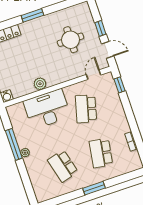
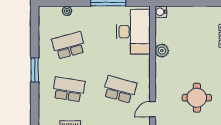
door: (94, 75) -> (153, 109), swing flipped
desk: (47, 109) -> (133, 32), moved
plant: (25, 153) -> (67, 11), moved

